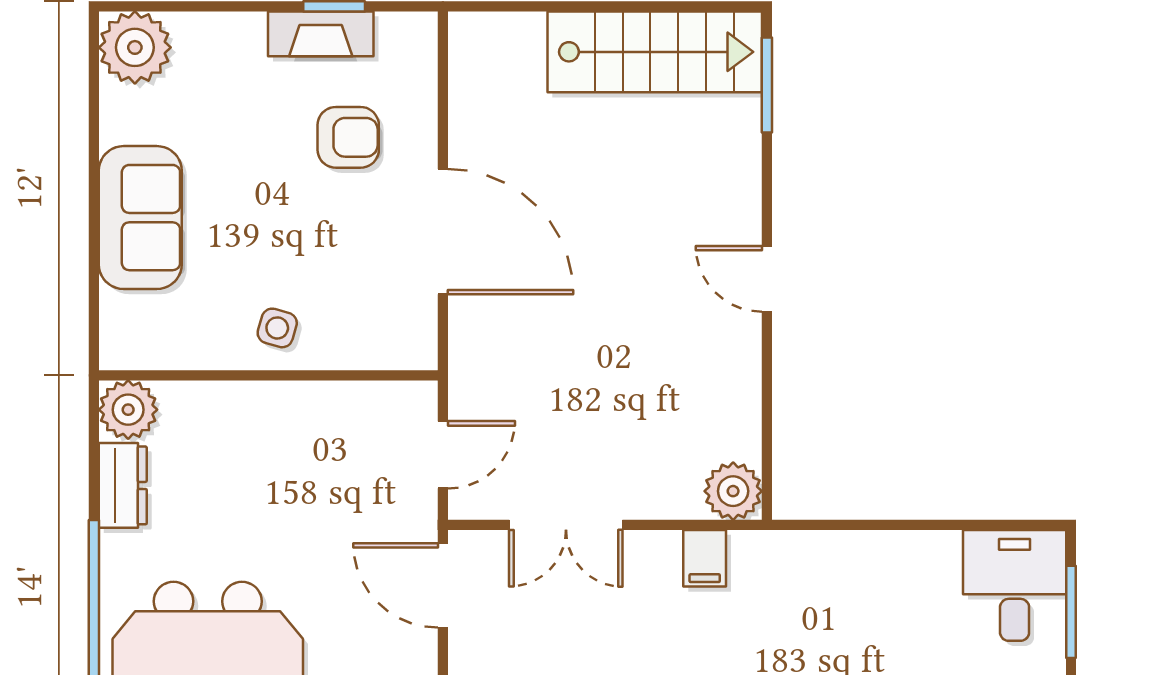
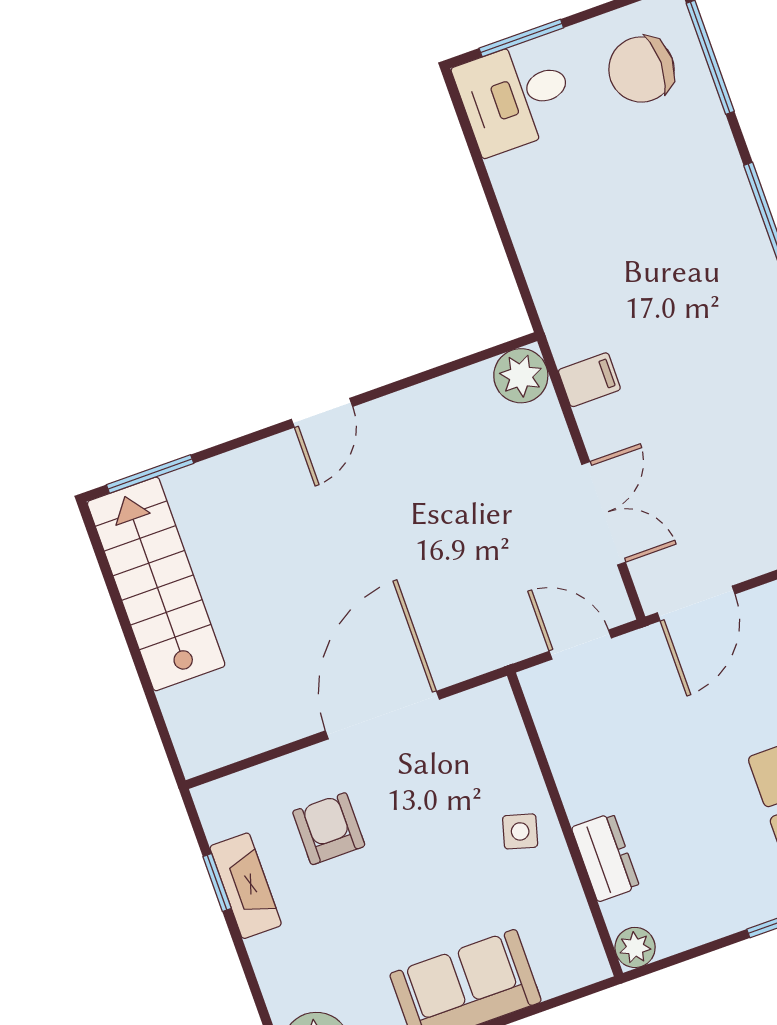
plant: (128, 410) -> (635, 947), width x0.73, depth x0.73
dresser: (123, 485) -> (605, 857), moved, turned 90

